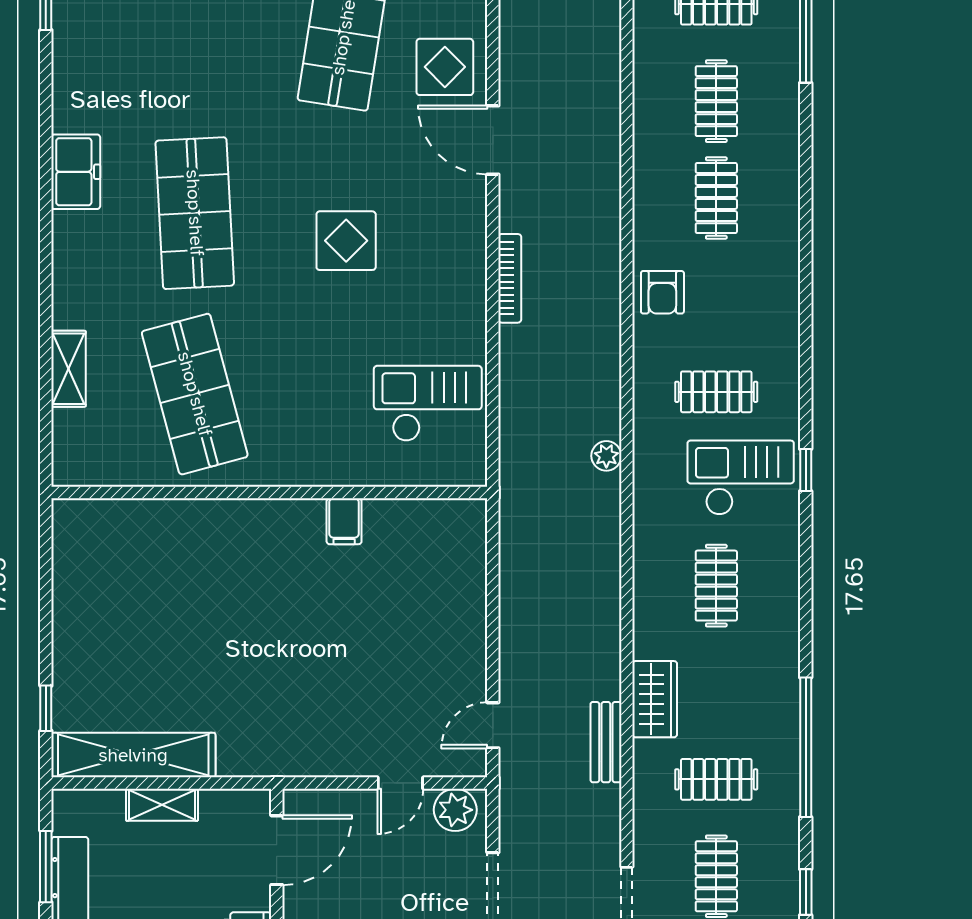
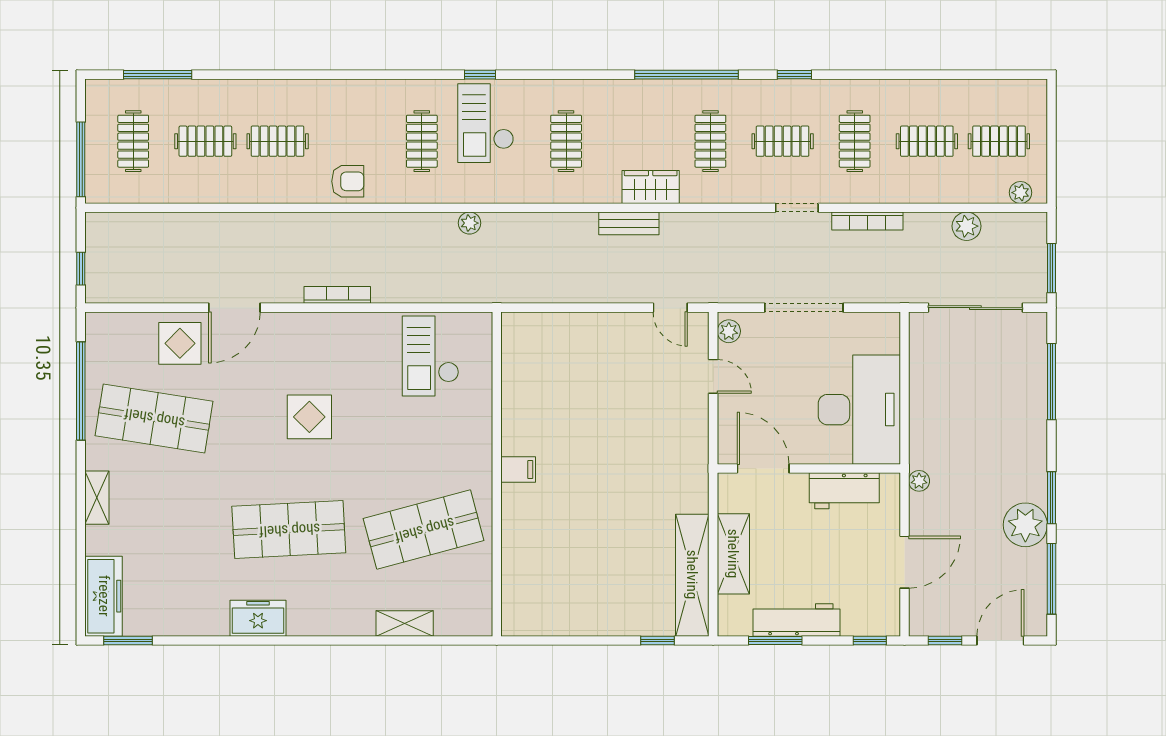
filing cabinet: (344, 521) -> (518, 470), moved
clothes rail: (716, 586) -> (566, 141), turned 90
bench: (606, 742) -> (629, 223), moved
shelving: (162, 805) -> (733, 554), width x1.50, depth x1.33
plant: (455, 810) -> (729, 331), width x0.73, depth x0.73

